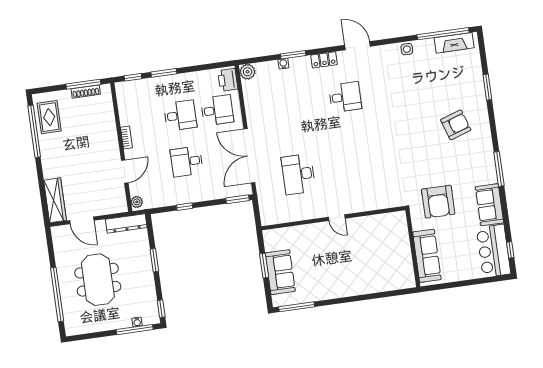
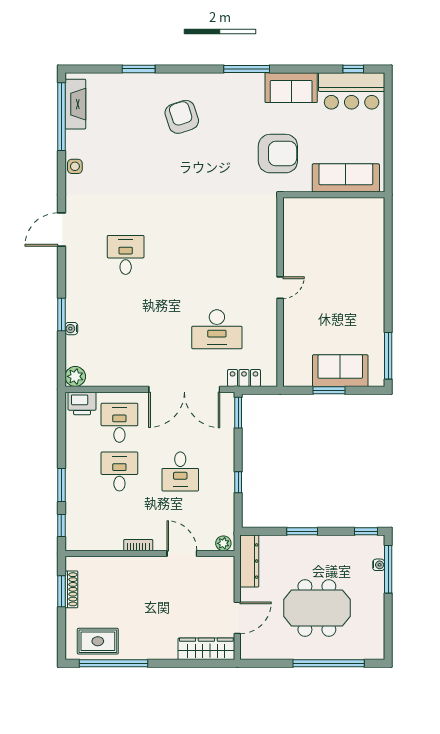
locker: (324, 60) -> (244, 378), moved, turned -90
window: (83, 84) -> (61, 591), width x0.69

